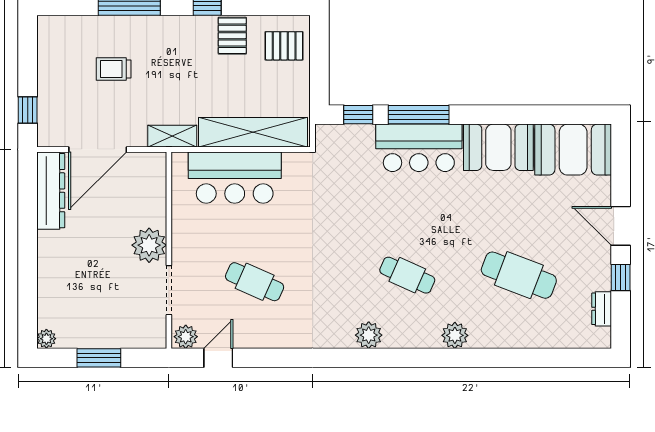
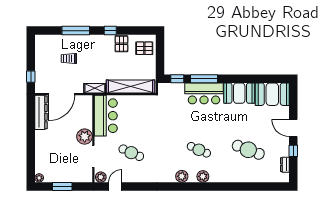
bar counter: (235, 178) -> (106, 116), moved, turned -90
plant: (455, 335) -> (203, 176), moved

